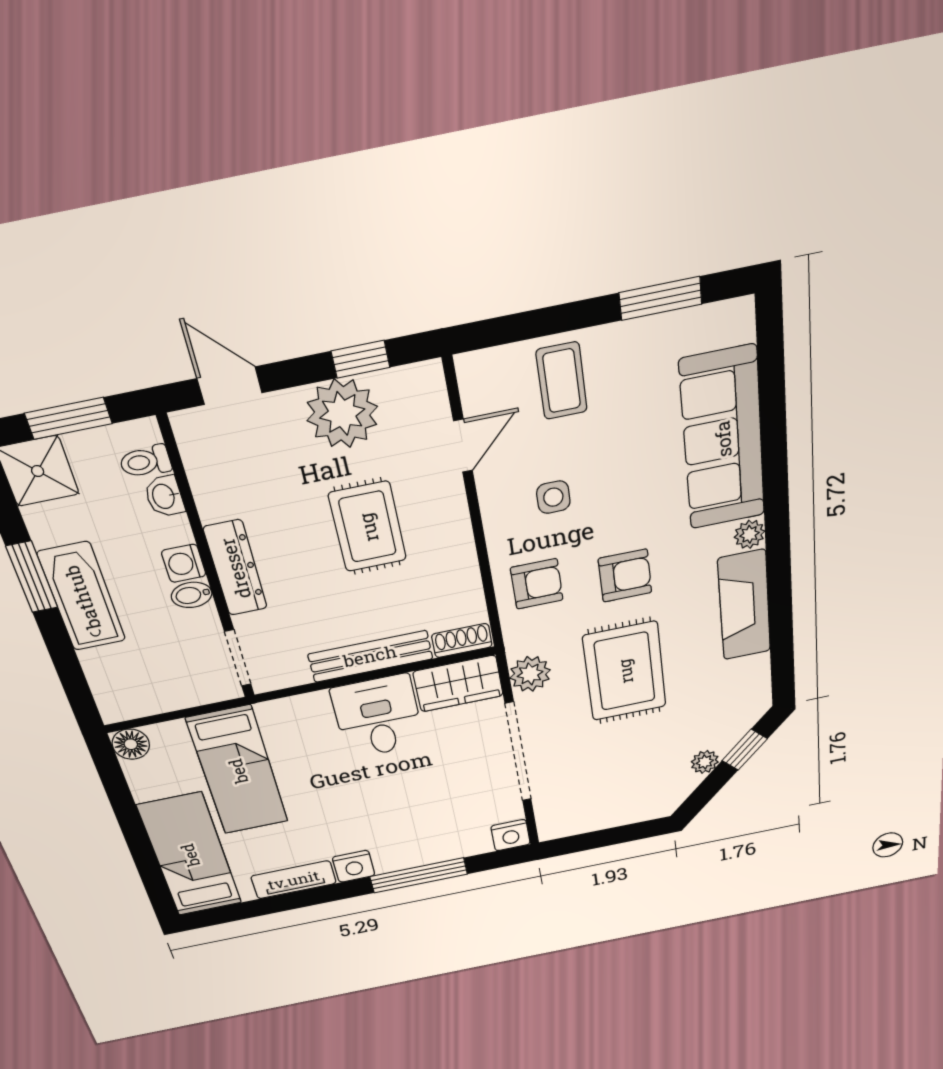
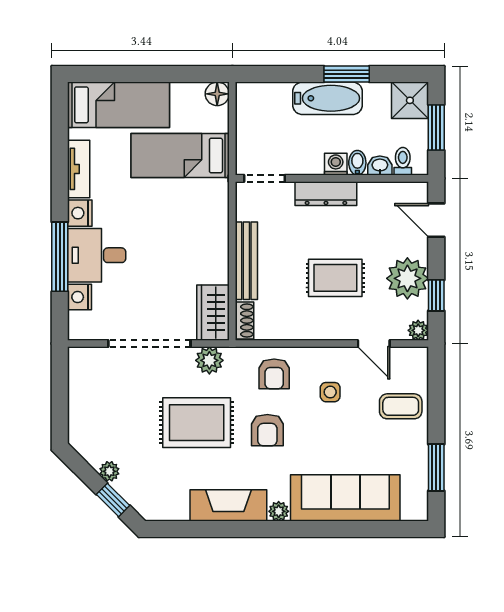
plant: (427, 378) -> (418, 330), added
door: (230, 386) -> (436, 220), swing flipped
bidet: (192, 595) -> (357, 163), moved
desk: (378, 717) -> (97, 255), moved, turned 180
nightstand: (511, 835) -> (79, 297), moved

